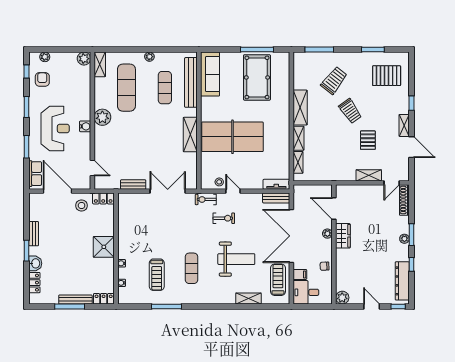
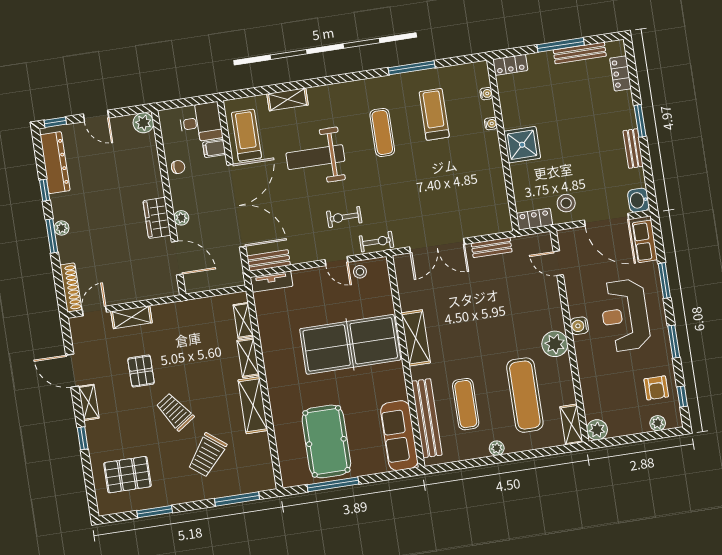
washbasin: (35, 263) -> (638, 200), moved
treadmill: (278, 280) -> (246, 135), turned 180
bench: (75, 300) -> (580, 53), moved

